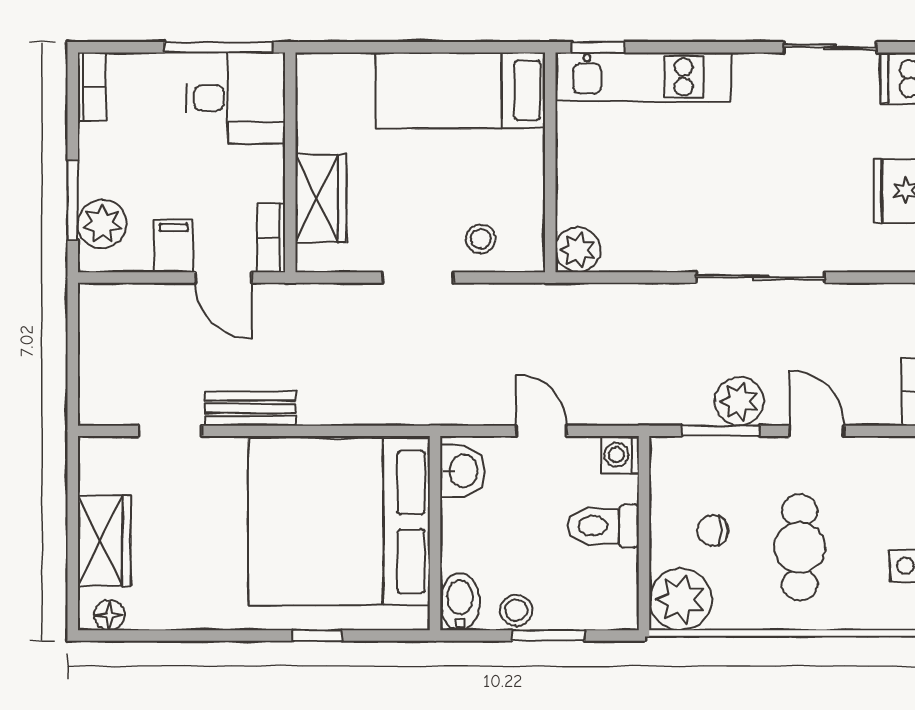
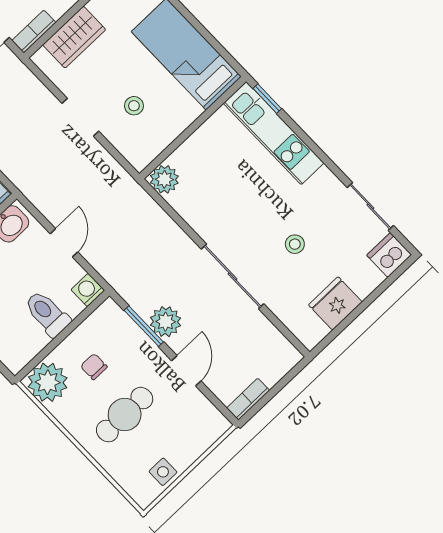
stool: (791, 173) -> (295, 244), added
stool: (481, 239) -> (134, 106), moved

